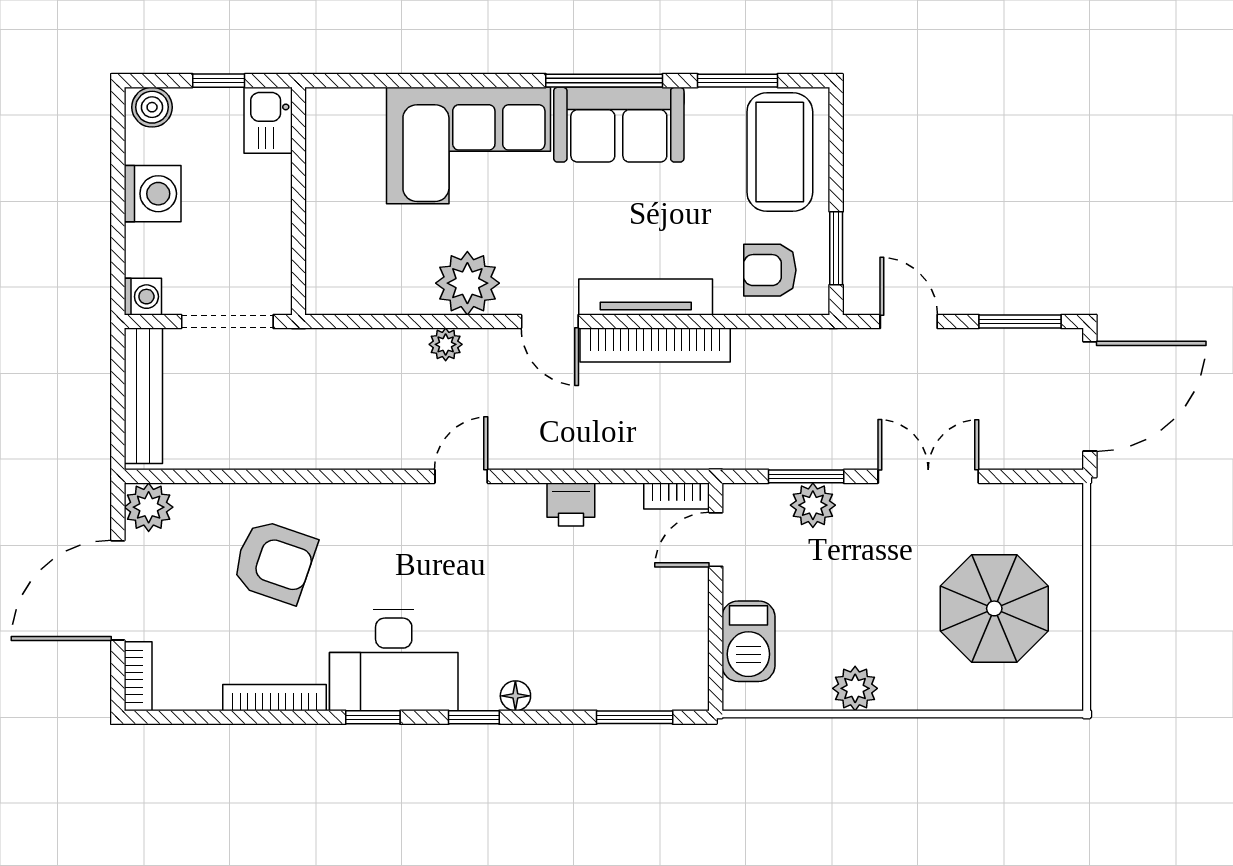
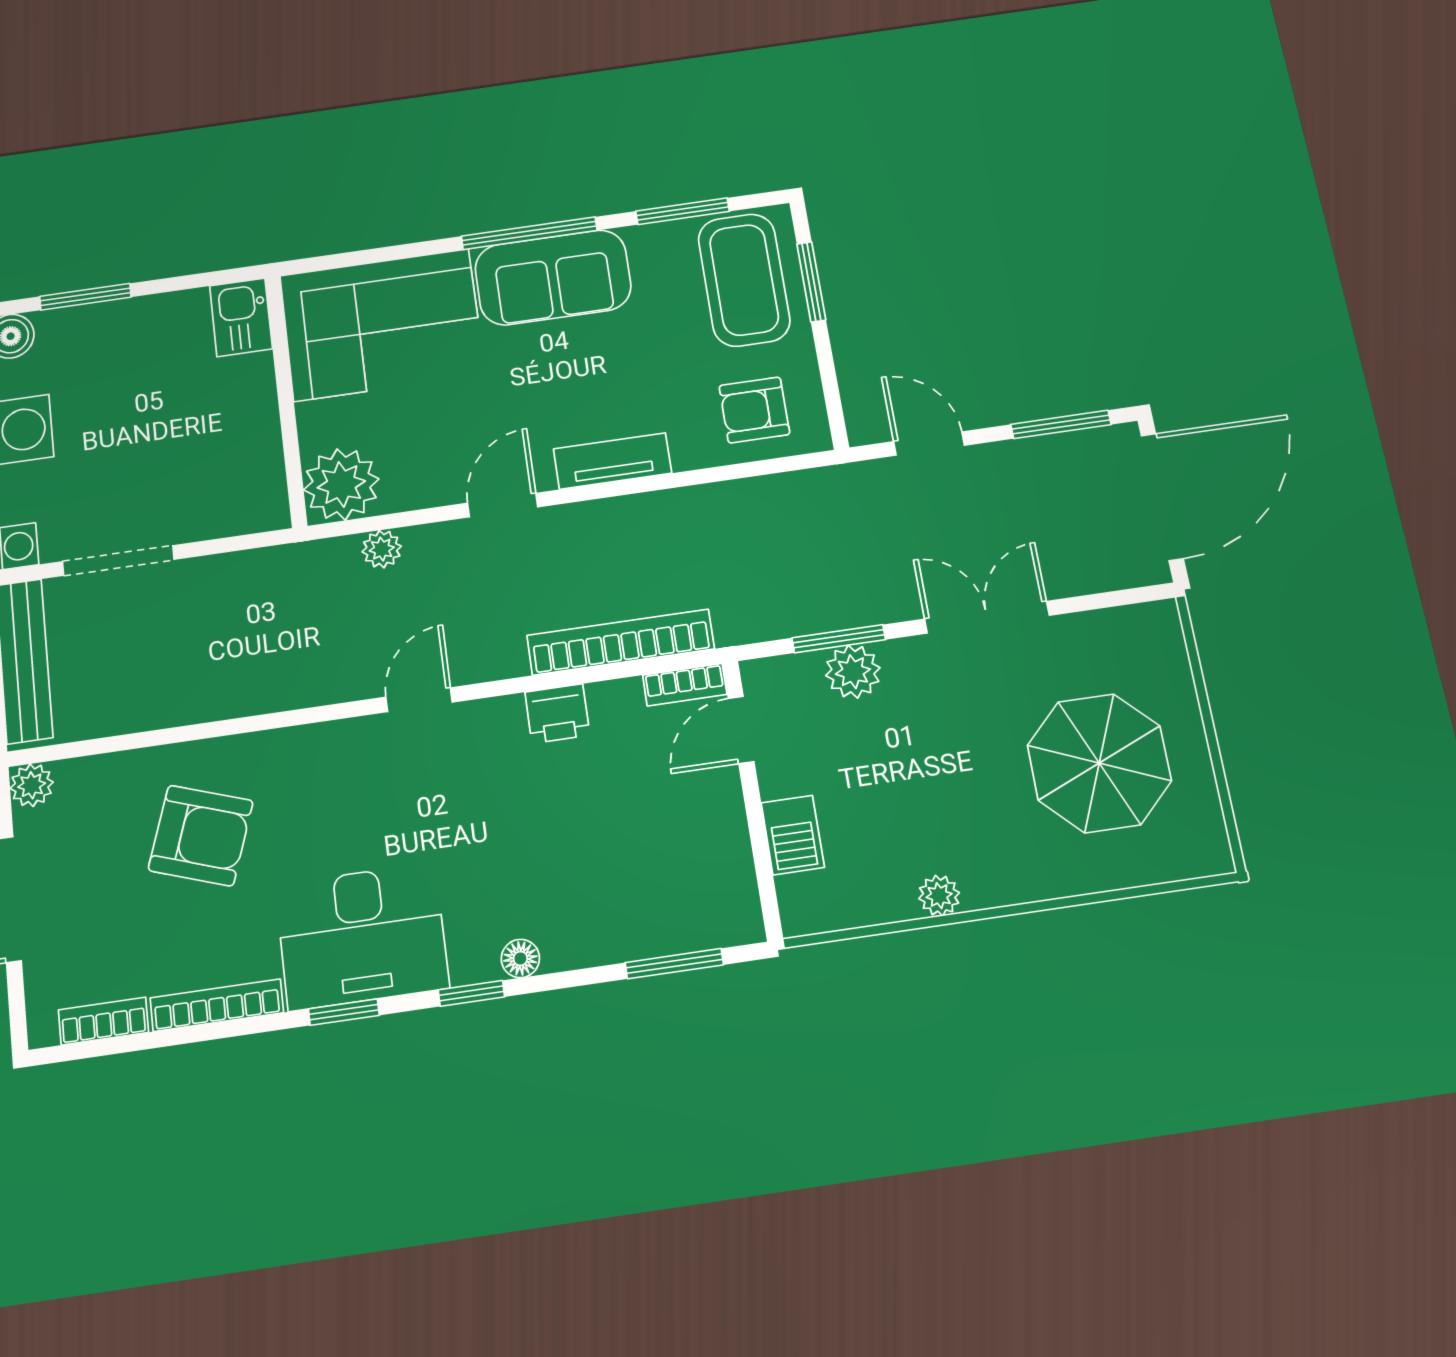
window: (219, 81) -> (85, 297), width x1.50
kitchen sink: (268, 120) -> (241, 317), moved
wall: (298, 201) -> (286, 400), moved
window: (836, 248) -> (811, 282), moved
plant: (467, 283) -> (341, 484), moved
tv unit: (646, 297) -> (613, 461), width x0.71
door: (550, 322) -> (503, 505), swing flipped
bookcase: (655, 345) -> (621, 642), moved, turned 180
plant: (149, 507) -> (32, 785), width x0.73, depth x0.73
barbecue: (748, 641) -> (793, 835), width x0.73, depth x0.79
bookcase: (138, 676) -> (103, 1021), moved, turned -90
plant: (855, 688) -> (939, 896), width x0.73, depth x0.73

